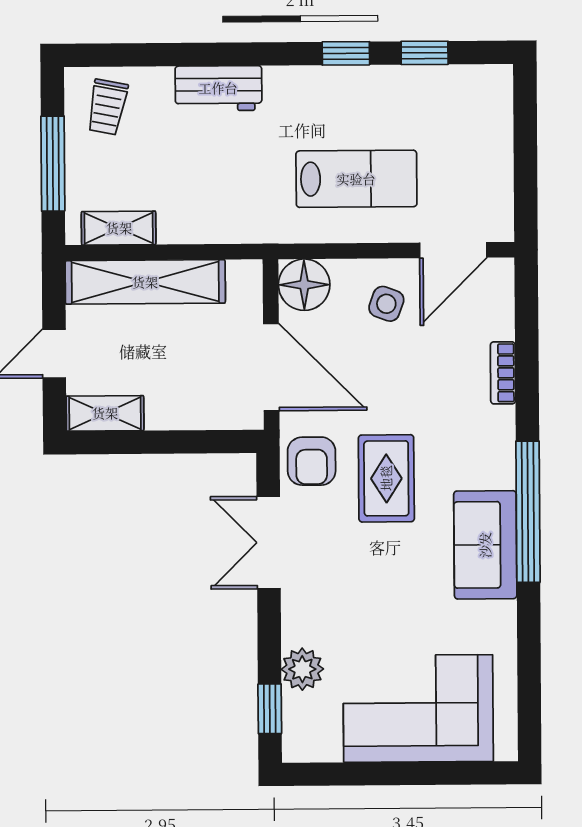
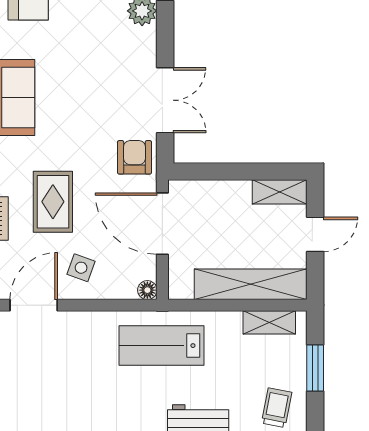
window: (53, 164) -> (315, 368), width x0.69
lab bench: (356, 179) -> (161, 346), moved
floor lamp: (304, 285) -> (147, 290), width x0.53, depth x0.53
rug: (386, 478) -> (53, 202), moved

